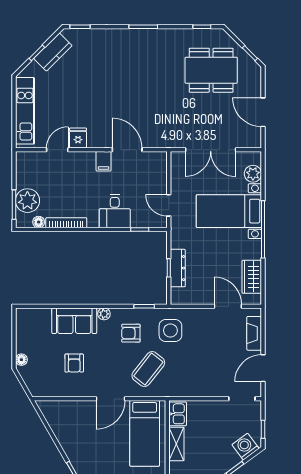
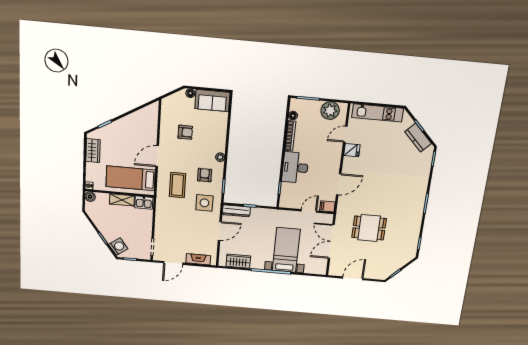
dining table: (211, 70) -> (369, 228), moved, width x0.73
door: (57, 150) -> (345, 134), swing flipped
filing cabinet: (104, 161) -> (327, 206), moved
plant: (253, 174) -> (311, 268), removed
plant: (27, 201) -> (330, 111), moved
door: (169, 205) -> (309, 211), moved
desk: (115, 211) -> (295, 167), width x1.37
dresser: (178, 268) -> (236, 211), moved
door: (228, 306) -> (220, 231), moved
sofa: (74, 321) -> (212, 101), moved, turned -90
armchair: (74, 363) -> (185, 132), turned 180
door: (263, 368) -> (173, 263), swing flipped
coffee table: (148, 369) -> (178, 185), turned 52
door: (111, 399) -> (157, 156), hinge flipped

